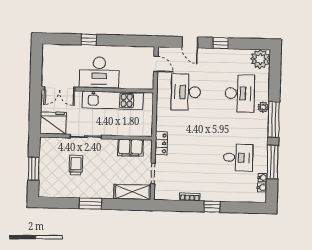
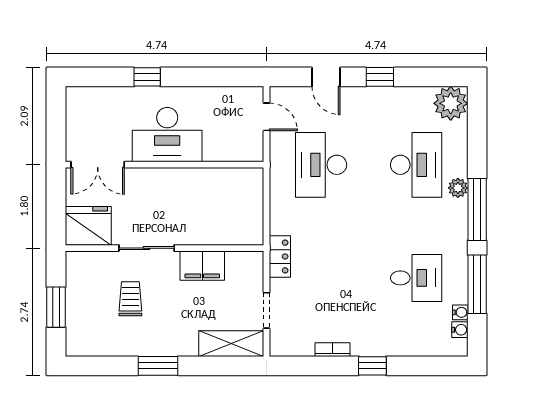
kitchen unit: (113, 100) -> (192, 182), removed
filing cabinet: (131, 148) -> (202, 266), moved

